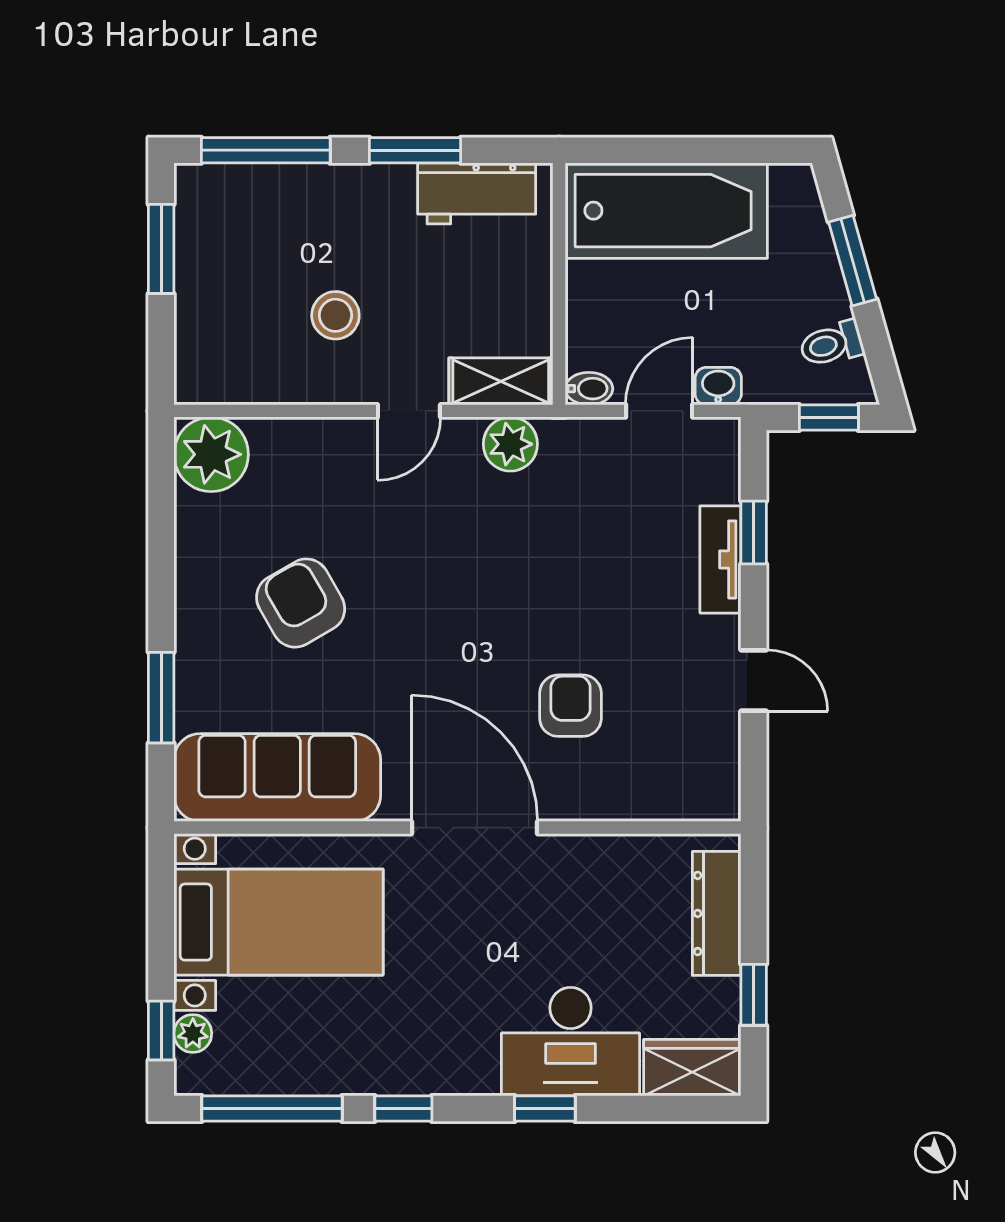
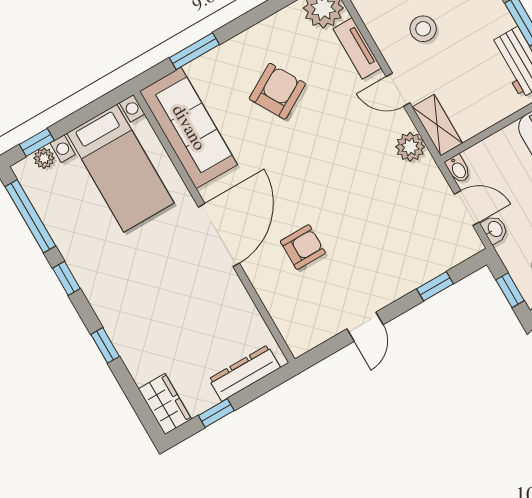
tv unit: (720, 559) -> (357, 48), moved, turned -90
desk: (571, 1042) -> (144, 339), removed

